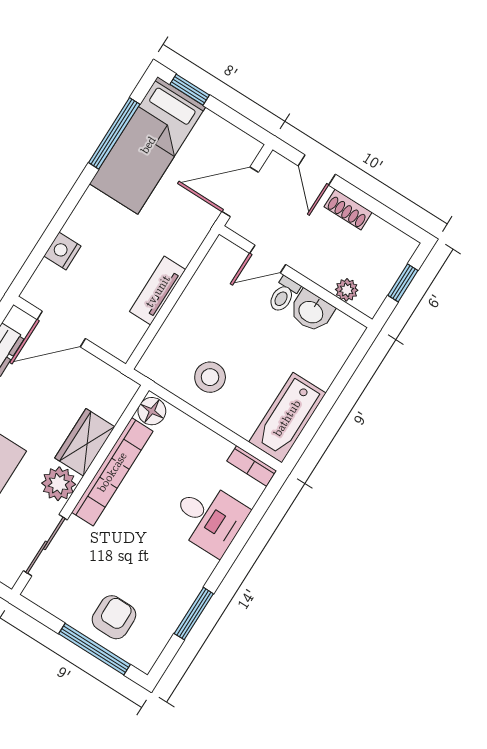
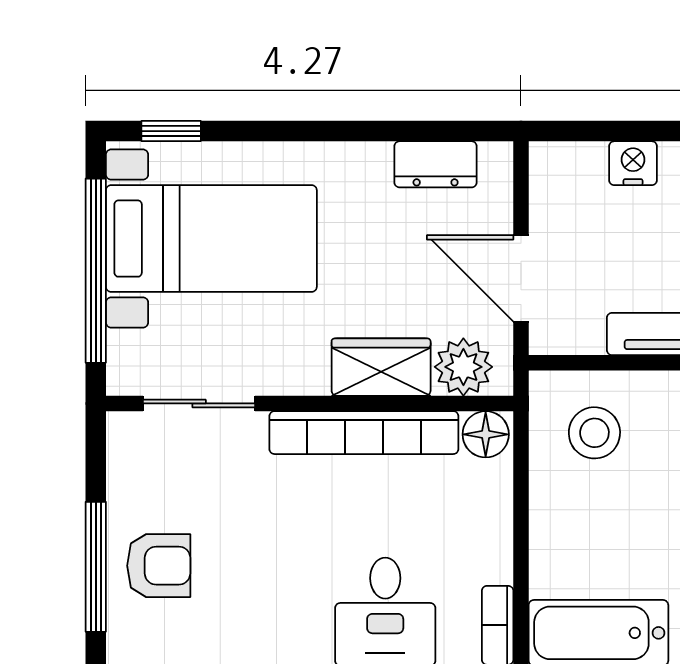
door: (61, 329) -> (521, 278), moved
stool: (210, 377) -> (594, 433), moved
plant: (59, 484) -> (463, 367), moved

